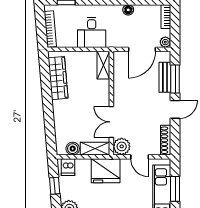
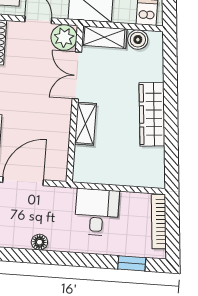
shelving: (103, 65) -> (86, 124), moved
wardrobe: (58, 78) -> (152, 114), moved
double door: (111, 122) -> (77, 75), swing flipped

